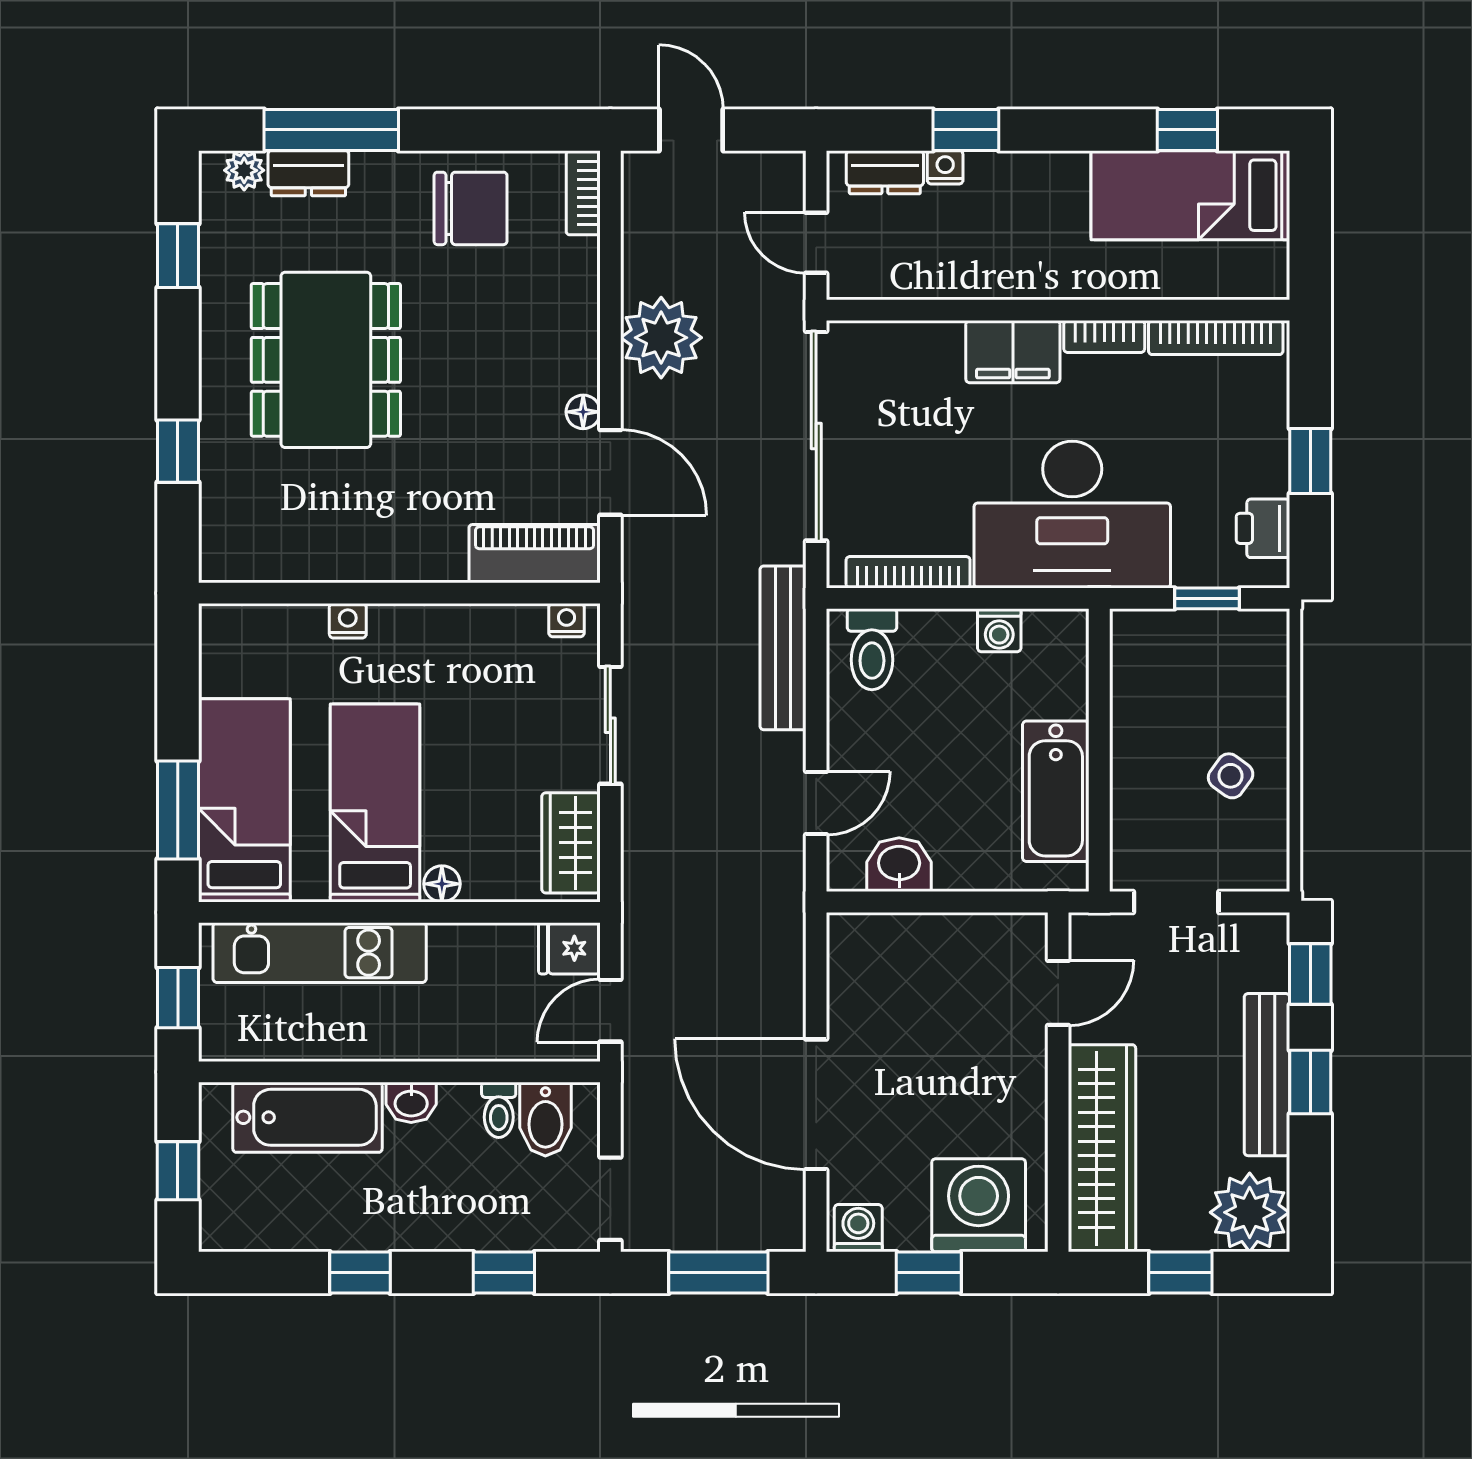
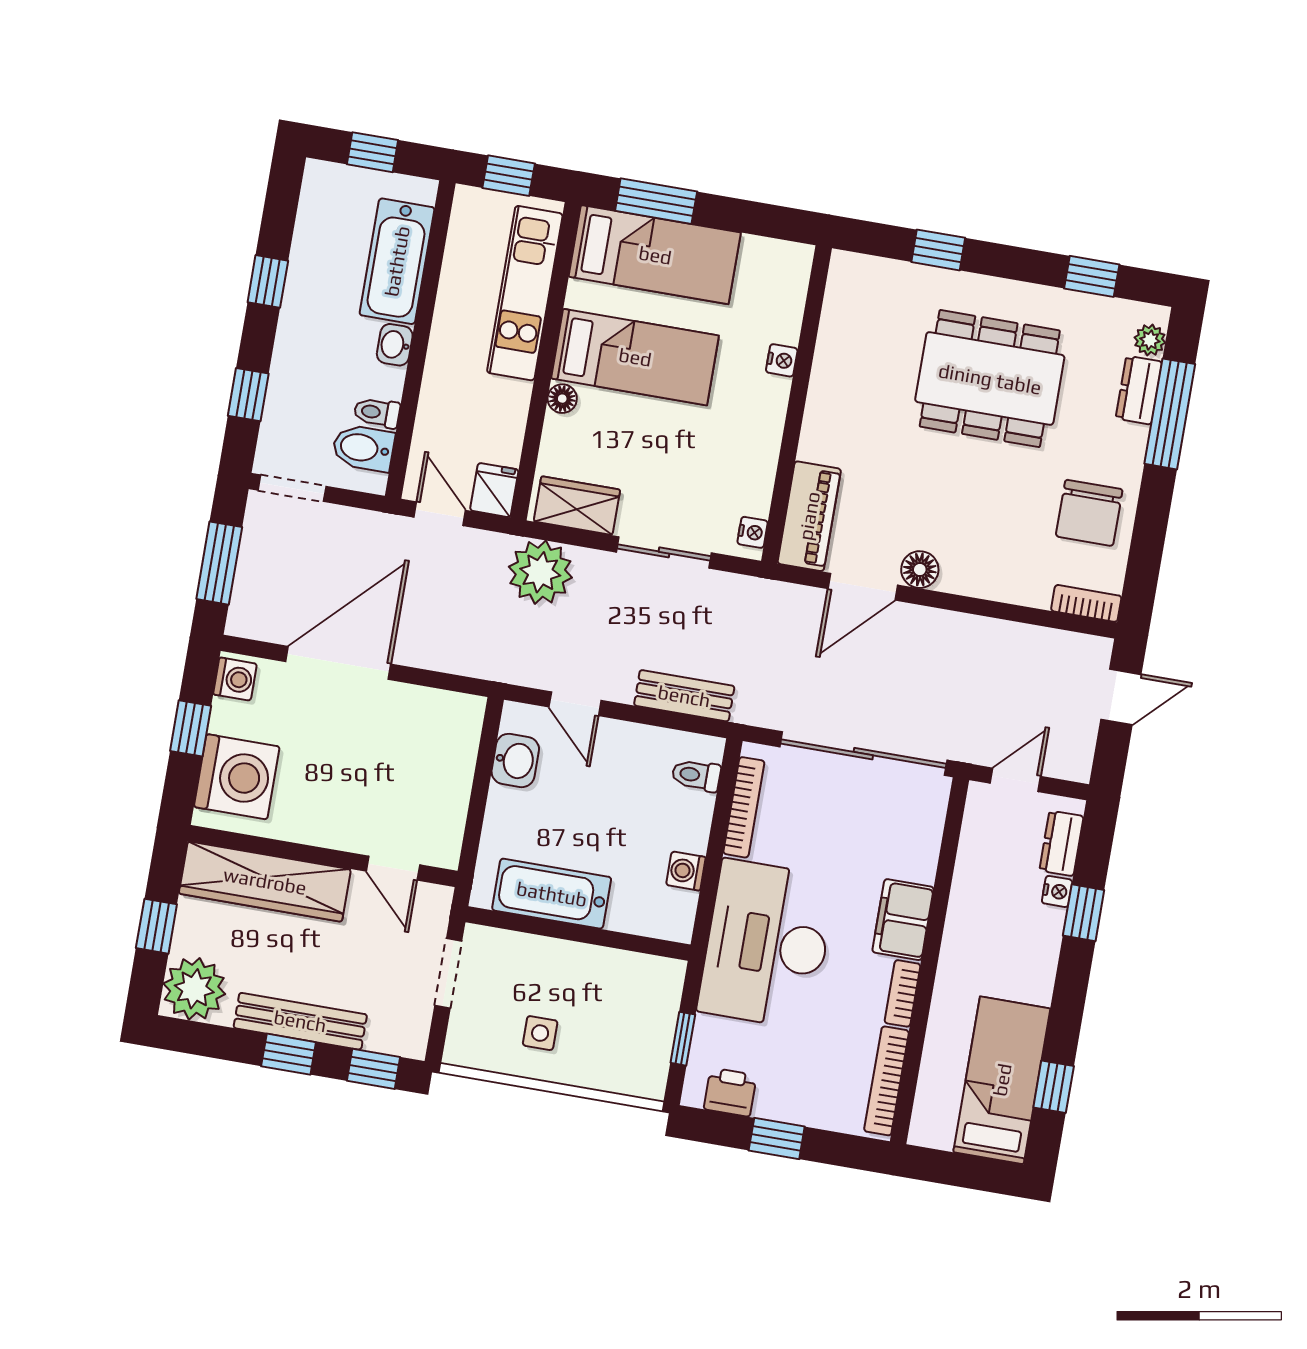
plant: (661, 338) -> (540, 572), moved
floor lamp: (583, 412) -> (920, 570), width x1.37, depth x1.37
bench: (783, 648) -> (684, 696), width x0.73
toilet: (872, 649) -> (696, 775), width x0.73, depth x0.72
side table: (1231, 776) -> (540, 1033), turned -36

